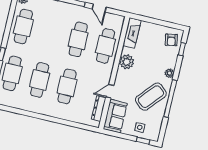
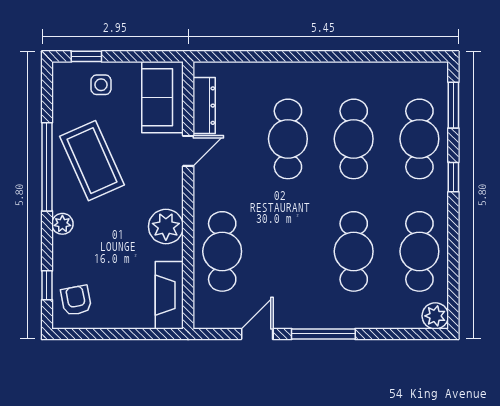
door: (99, 8) -> (257, 334), hinge flipped
cafe table: (78, 39) -> (354, 251), moved
coffee table: (151, 97) -> (92, 161), turned -65

